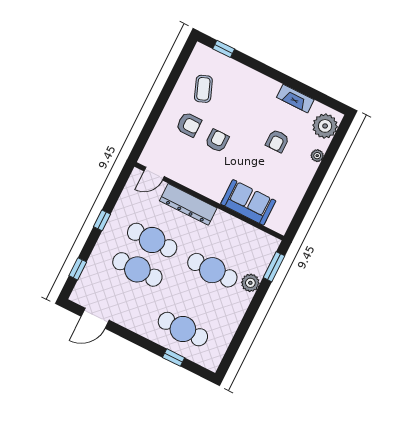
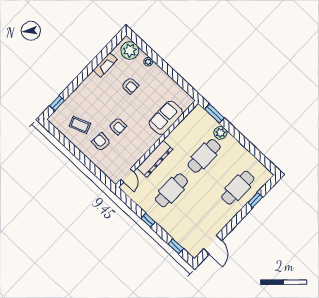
armchair: (189, 125) -> (101, 142), turned -85
armchair: (217, 141) -> (118, 126), turned 180
cafe table: (137, 269) -> (188, 206), removed

